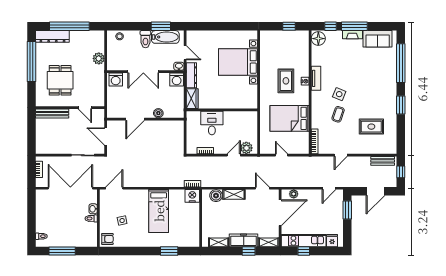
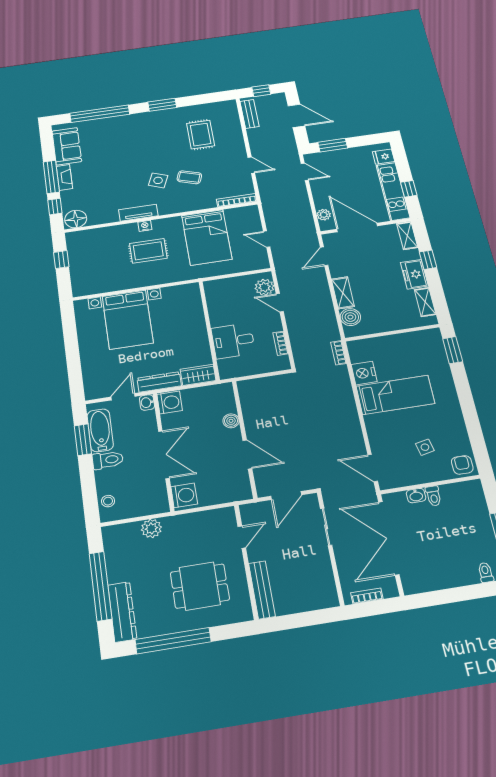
door: (282, 155) -> (267, 239), hinge flipped
nightstand: (192, 196) -> (364, 373), moved
freezer: (244, 240) -> (414, 274), width x0.71
window: (169, 251) -> (453, 350), moved

